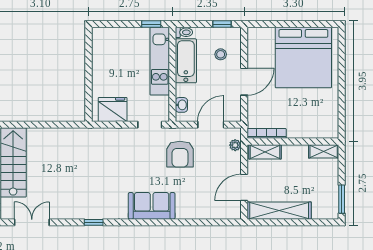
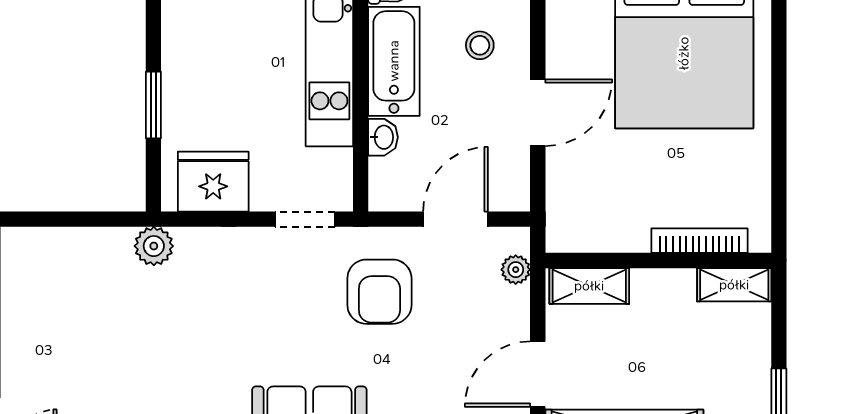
window: (88, 79) -> (153, 105), added
washbasin: (181, 105) -> (383, 137), moved
bookcase: (267, 133) -> (699, 241), moved
plant: (89, 136) -> (154, 246), added

